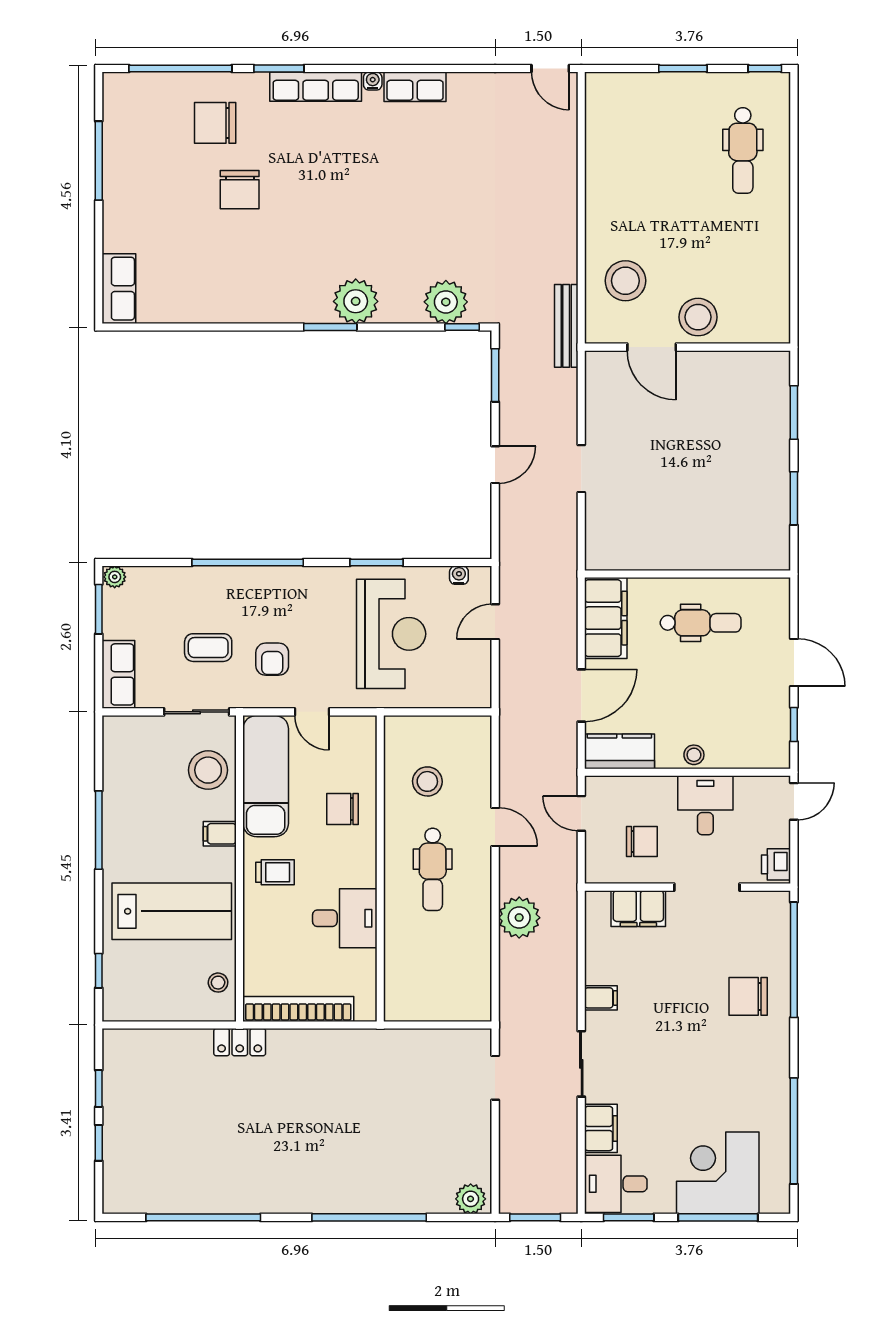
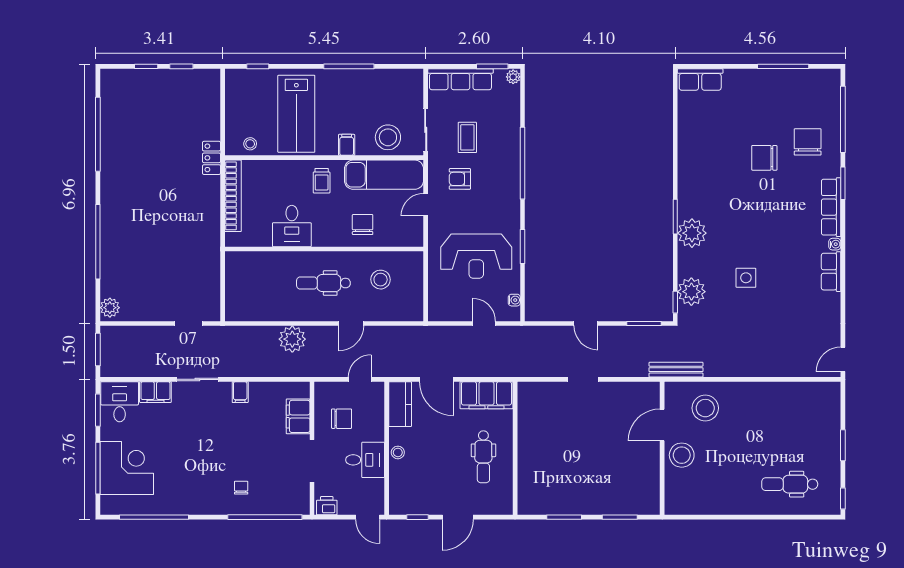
side table: (425, 218) -> (746, 278), added
row of seats: (118, 674) -> (460, 79), width x1.48
chair: (642, 842) -> (342, 419), turned -90
chair: (748, 996) -> (241, 488), width x0.54, depth x0.54

